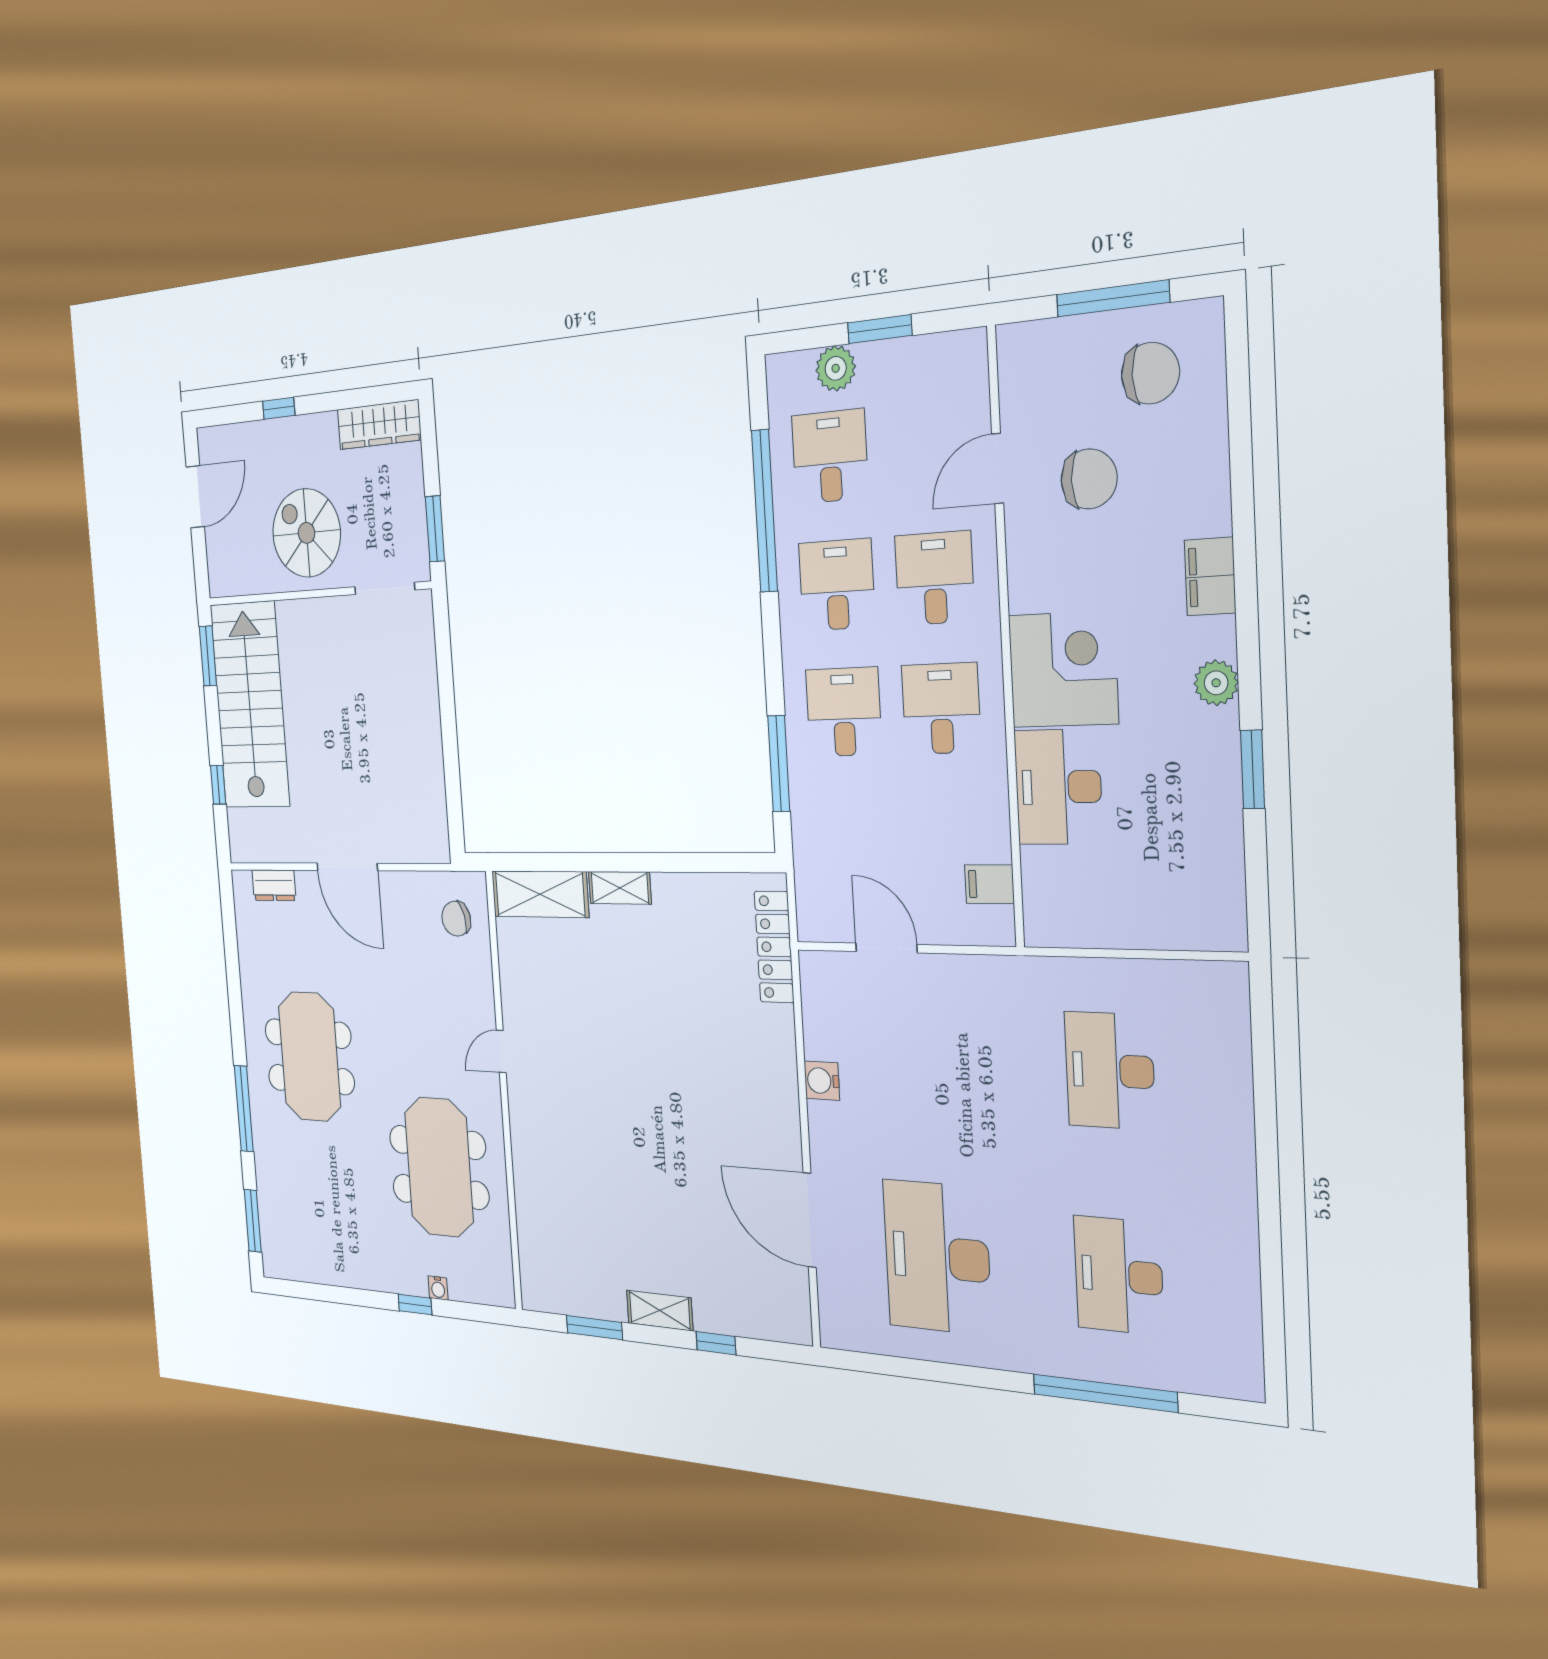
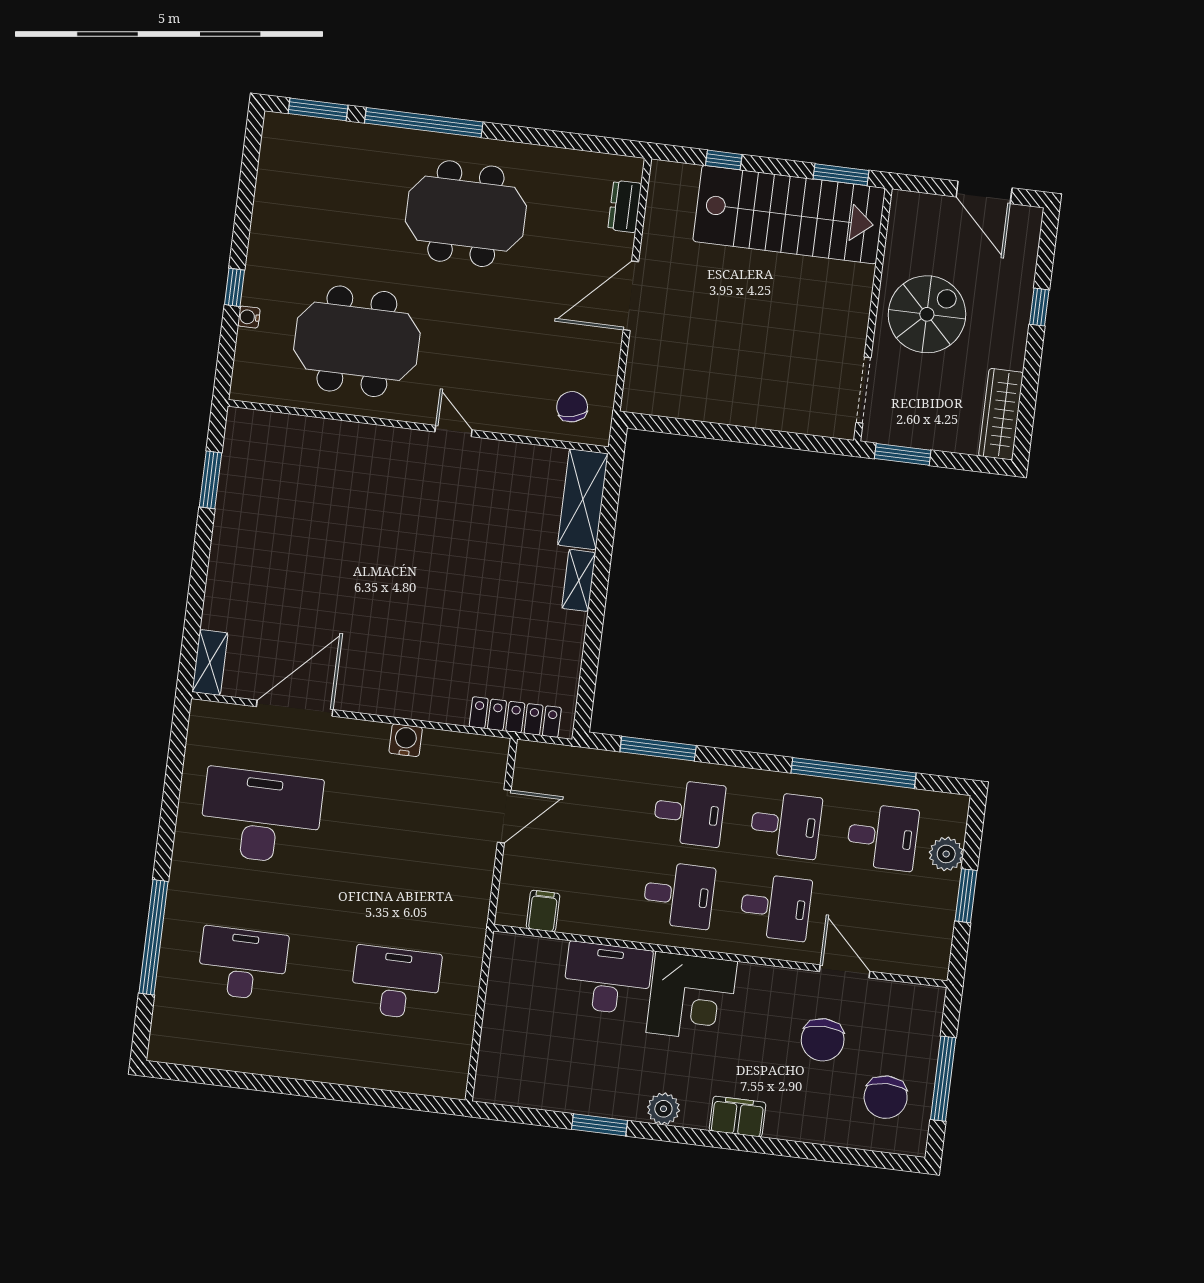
window: (244, 1109) -> (424, 123), width x1.46
shelving: (660, 1311) -> (210, 662), moved
window: (716, 1343) -> (196, 600), removed

